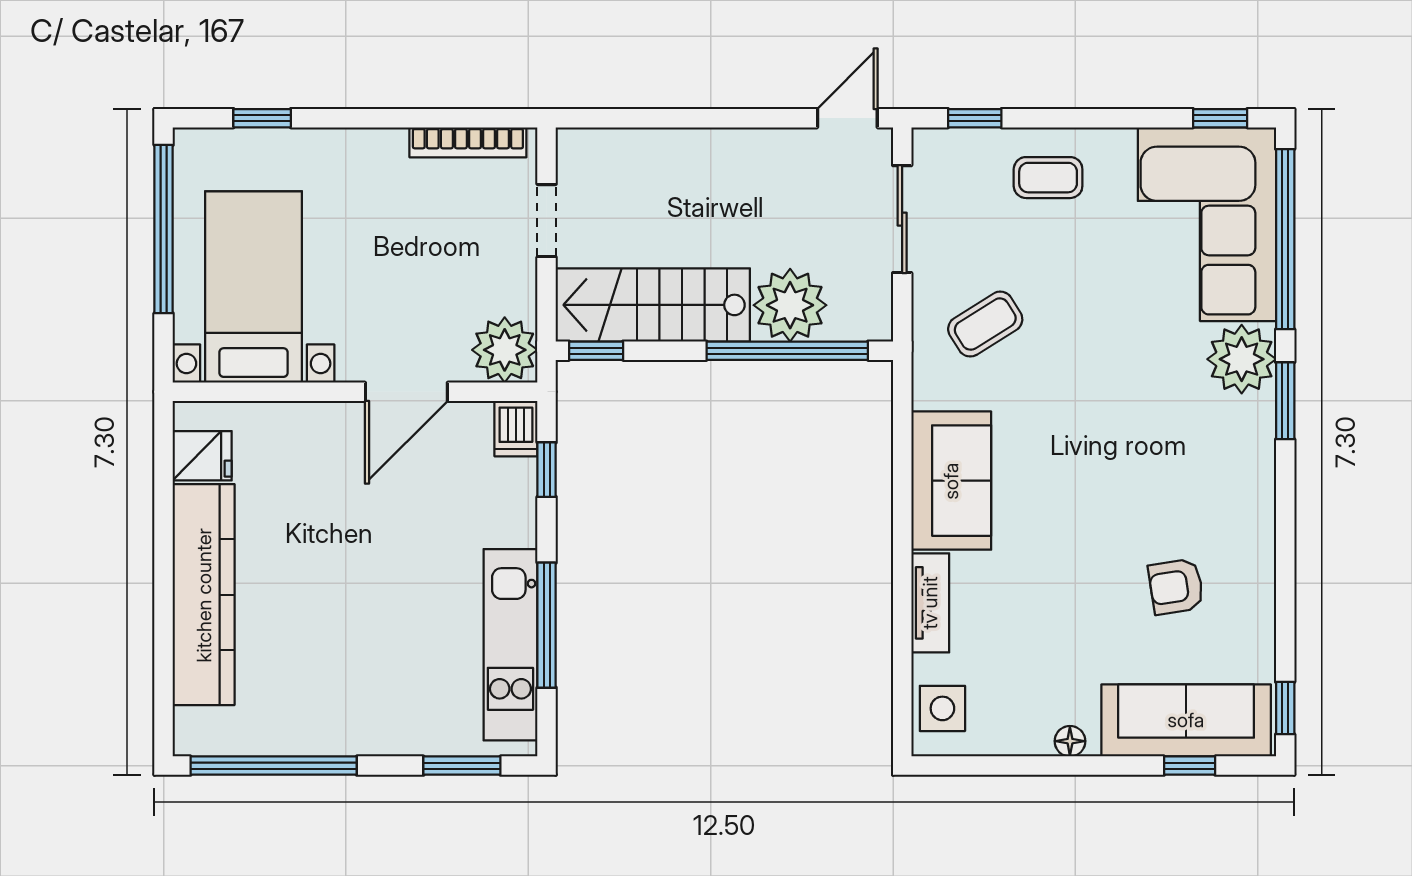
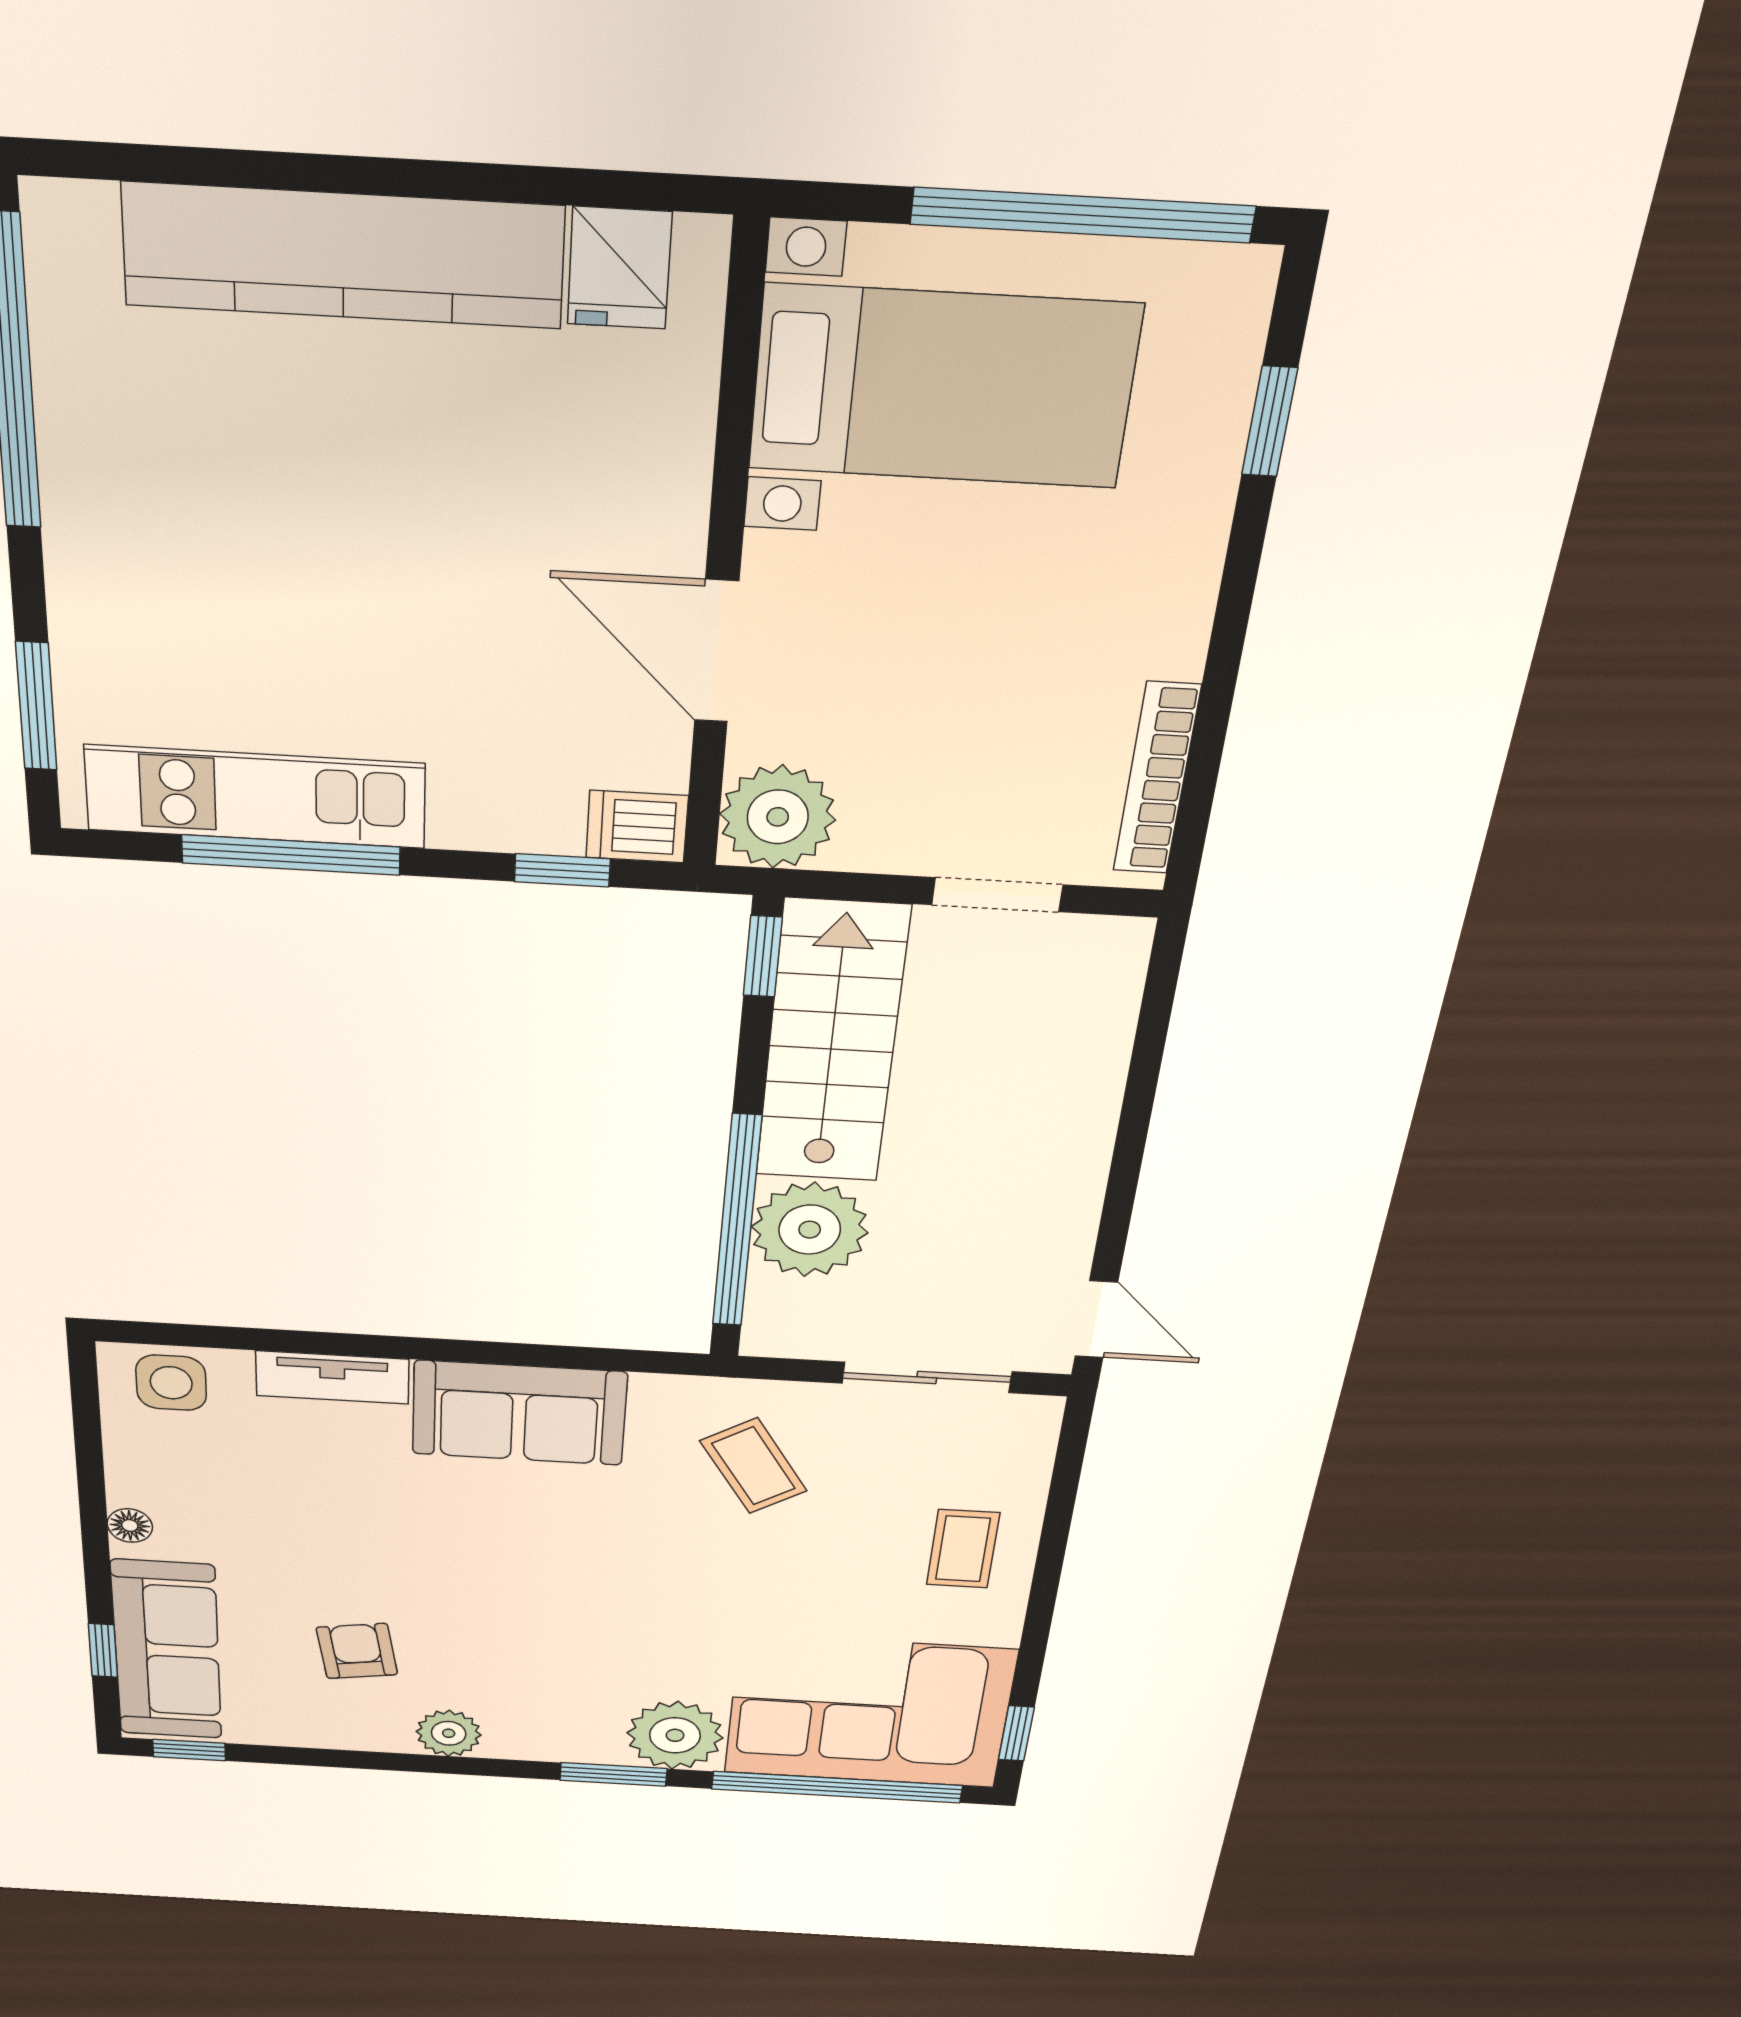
window: (975, 118) -> (1067, 1472), removed
plant: (1253, 521) -> (449, 1733), added

